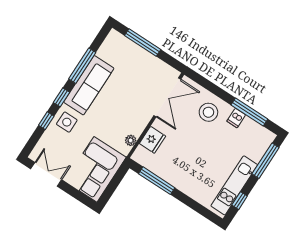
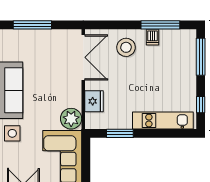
plant: (131, 140) -> (71, 119), width x1.87, depth x1.87
window: (157, 181) -> (120, 133), width x0.69
kitchen unit: (234, 185) -> (163, 121), moved, turned 90

